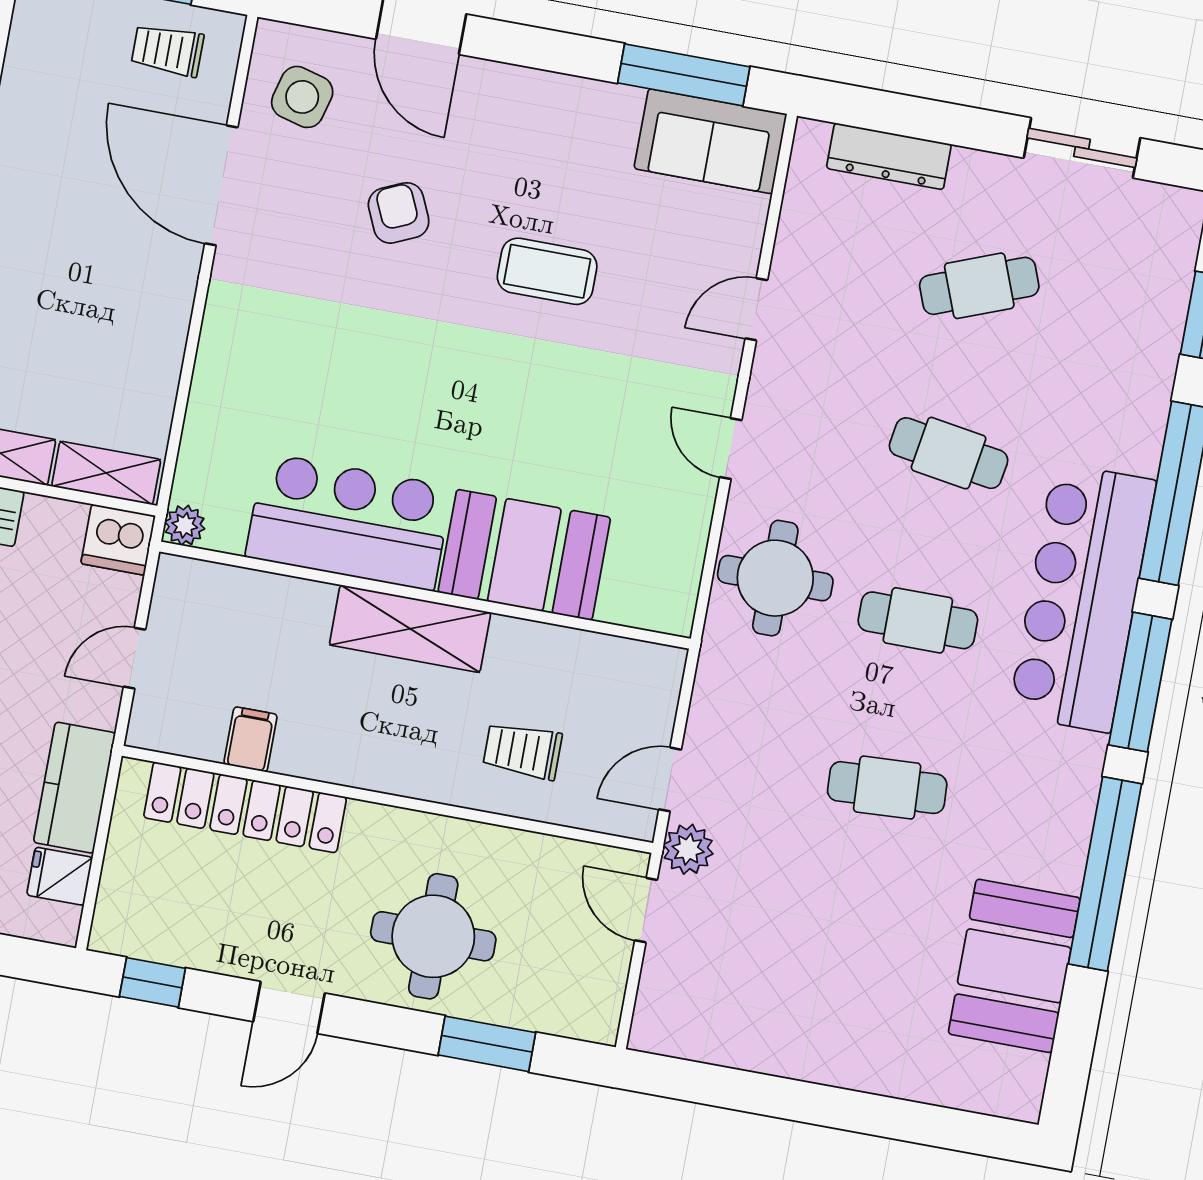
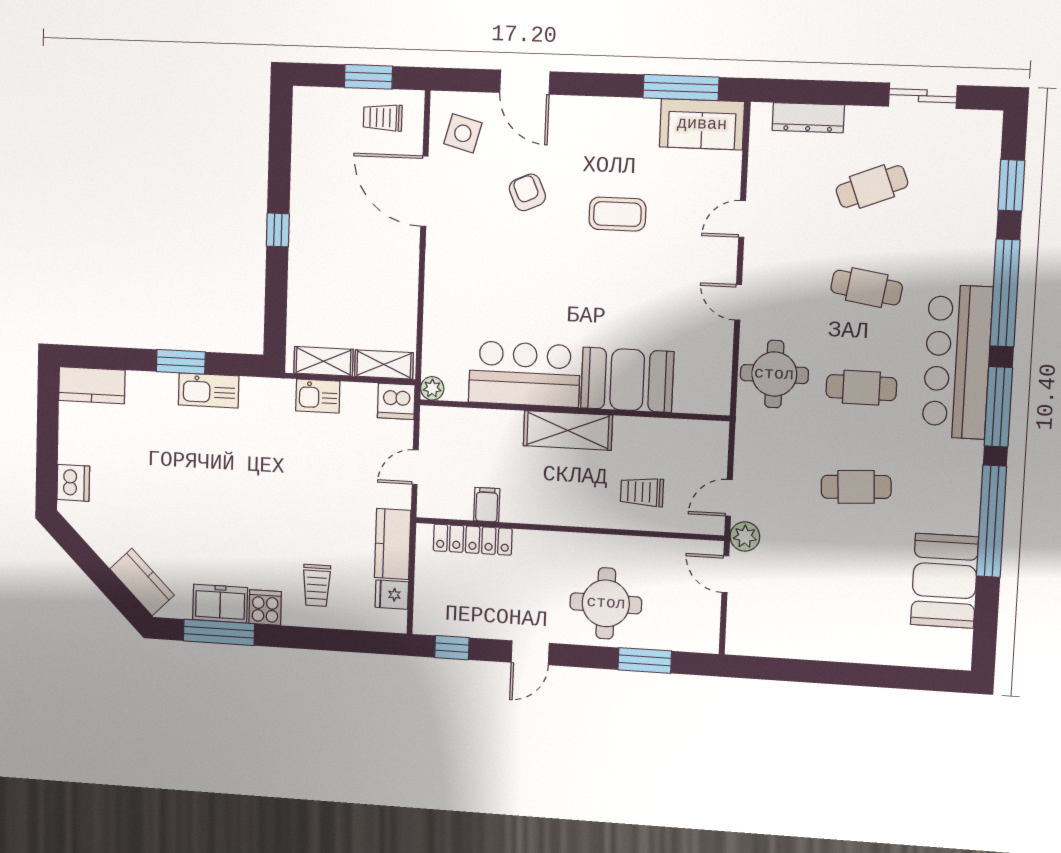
locker: (245, 807) -> (473, 540), width x0.71, depth x0.83

